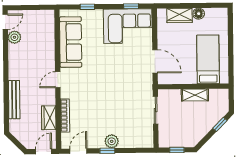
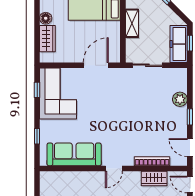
door: (58, 80) -> (114, 168), hinge flipped
freezer: (176, 139) -> (179, 44), added
plant: (112, 141) -> (180, 99), moved

